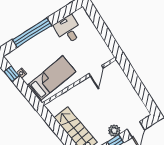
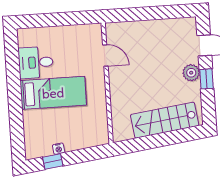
window: (32, 33) -> (16, 109), removed
bed: (51, 78) -> (53, 93), moved, turned 98

